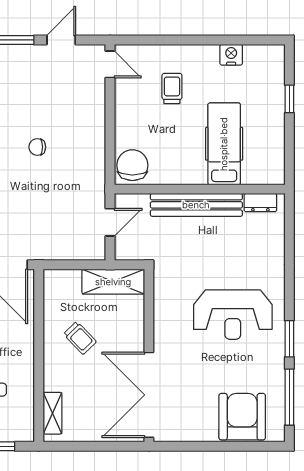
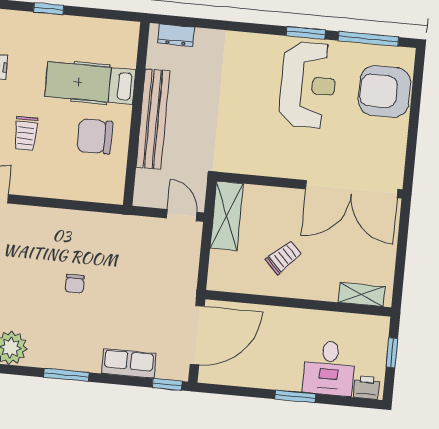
trolley: (172, 89) -> (26, 133), turned -90
chair: (132, 165) -> (95, 136), moved
dresser: (260, 203) -> (176, 35), moved, turned 90
door: (110, 222) -> (182, 215), moved
reception desk: (233, 315) -> (308, 85), moved

